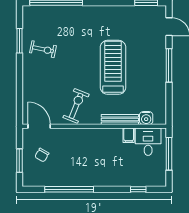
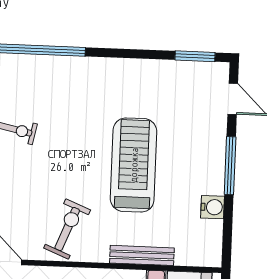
water cooler: (146, 118) -> (213, 207), moved, turned -90

